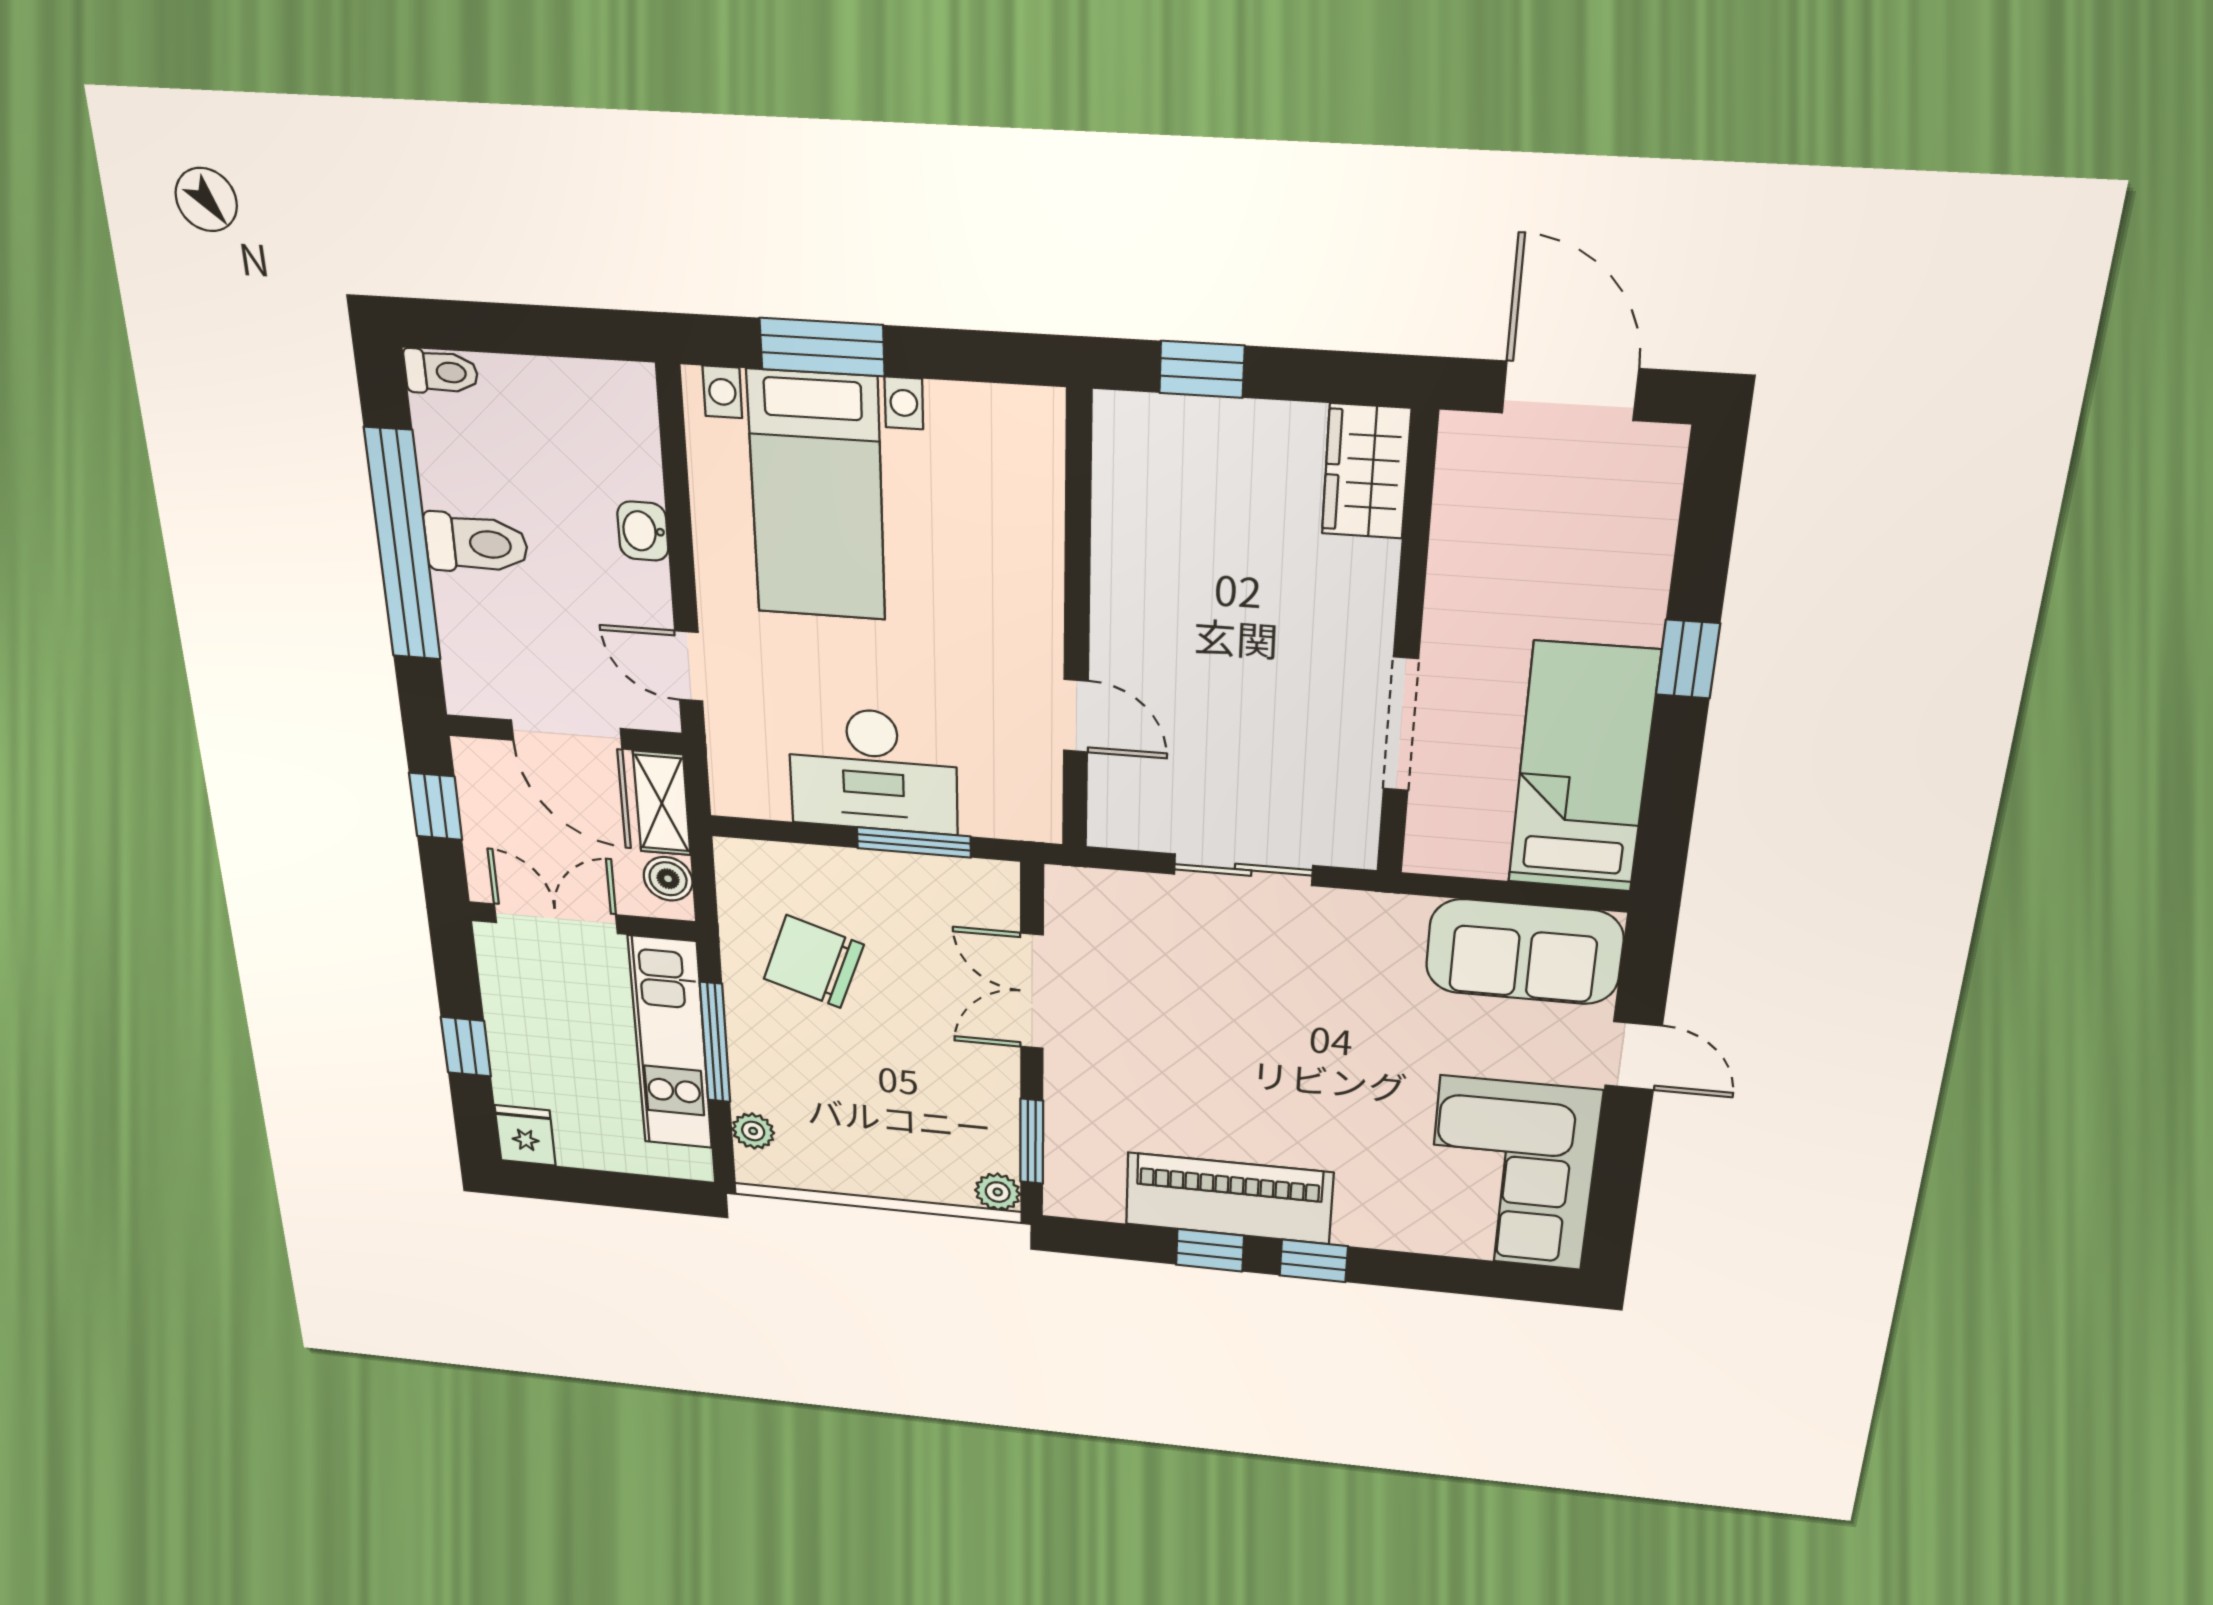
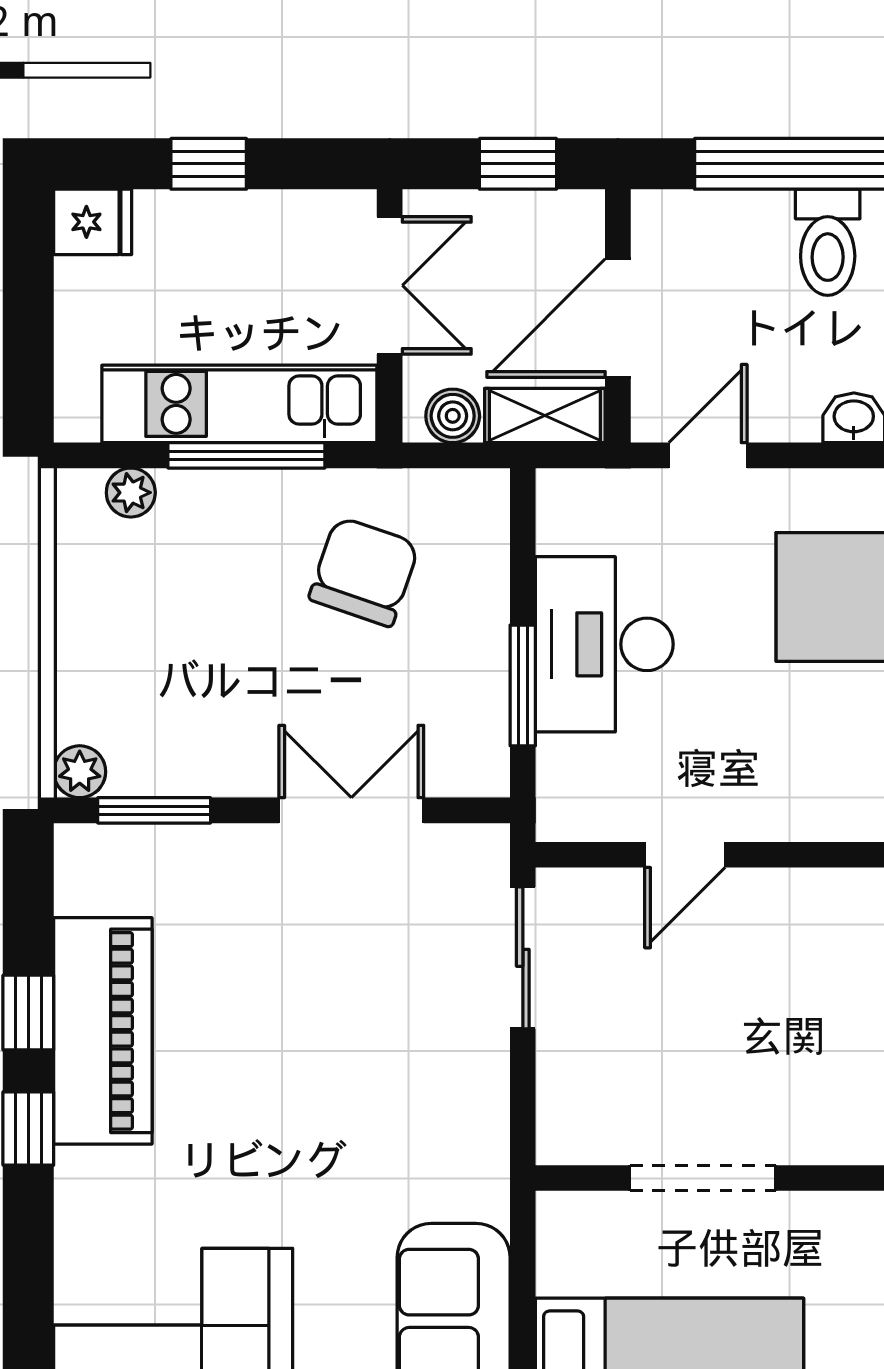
sliding door: (1243, 870) -> (523, 958), moved

